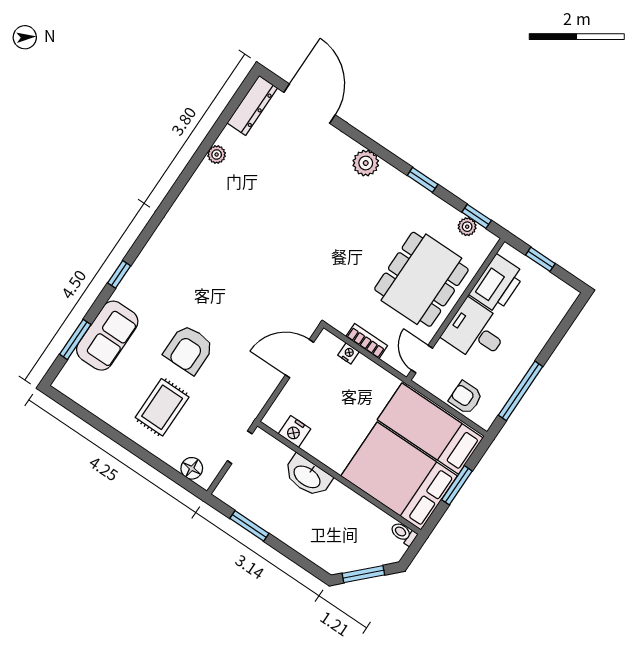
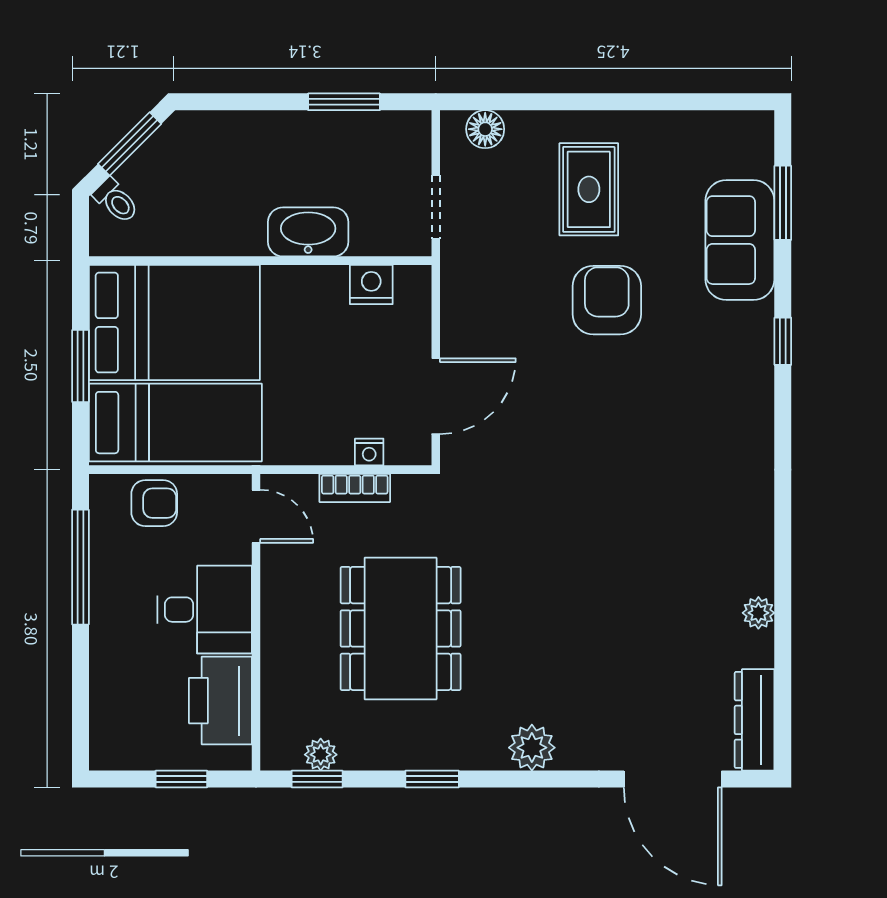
dining table: (421, 279) -> (401, 628), moved
toilet: (403, 533) -> (116, 201), moved, turned 45

